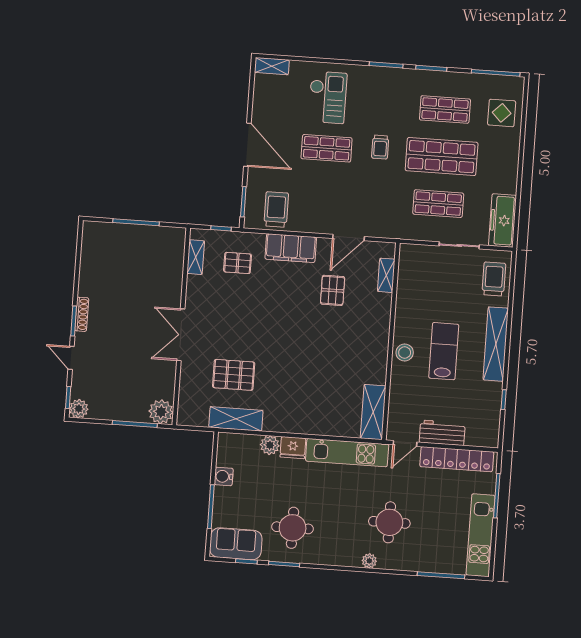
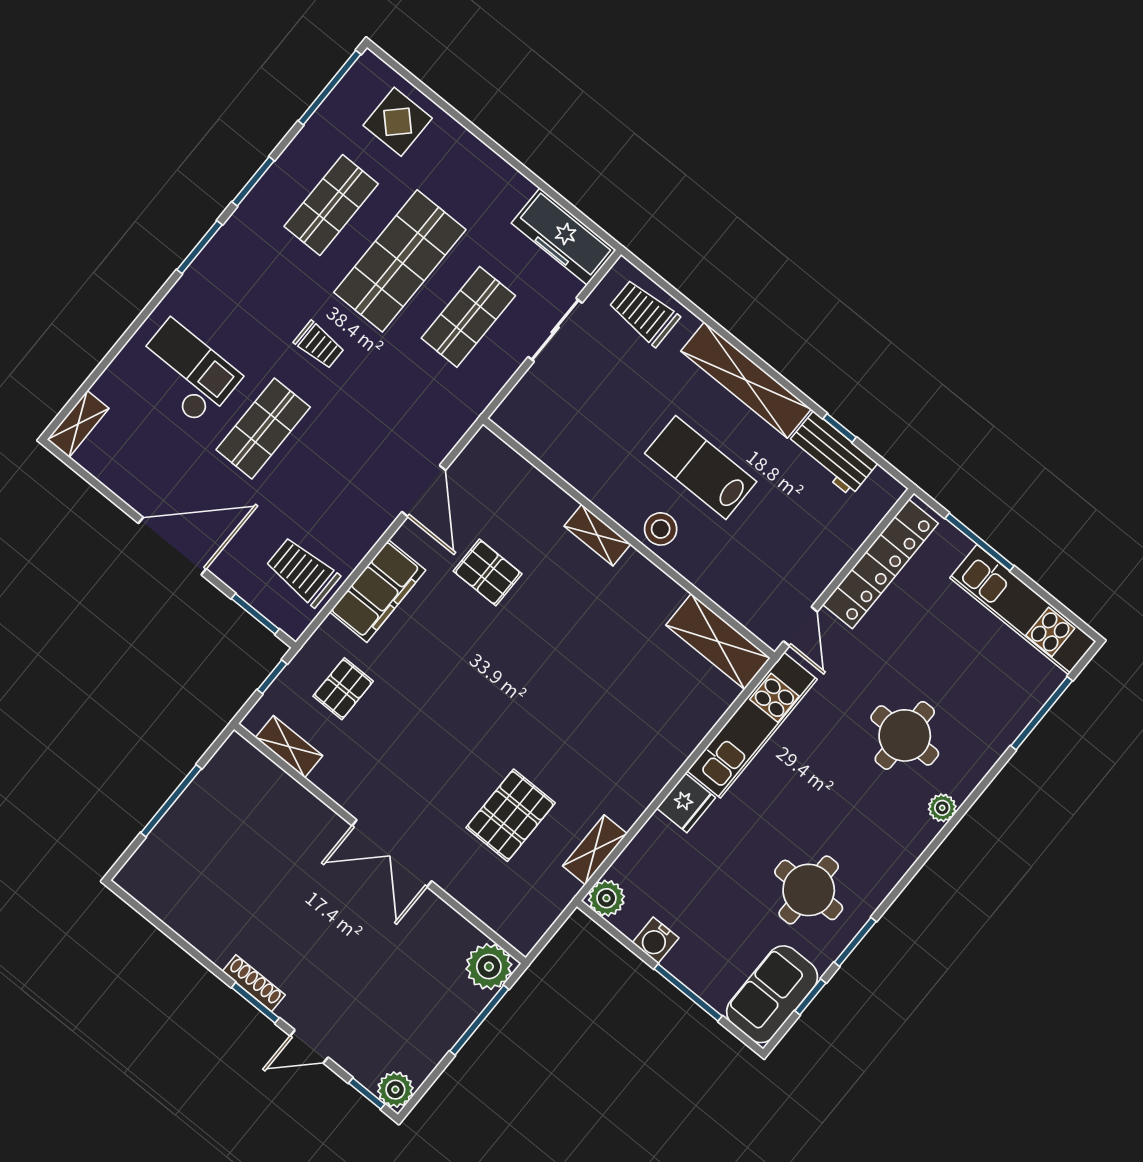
shelving: (386, 275) -> (597, 535), moved
shelving: (236, 419) -> (595, 850), width x0.67, depth x0.75
workbench: (442, 433) -> (832, 454), moved, turned -90
plant: (270, 445) -> (606, 898), moved

